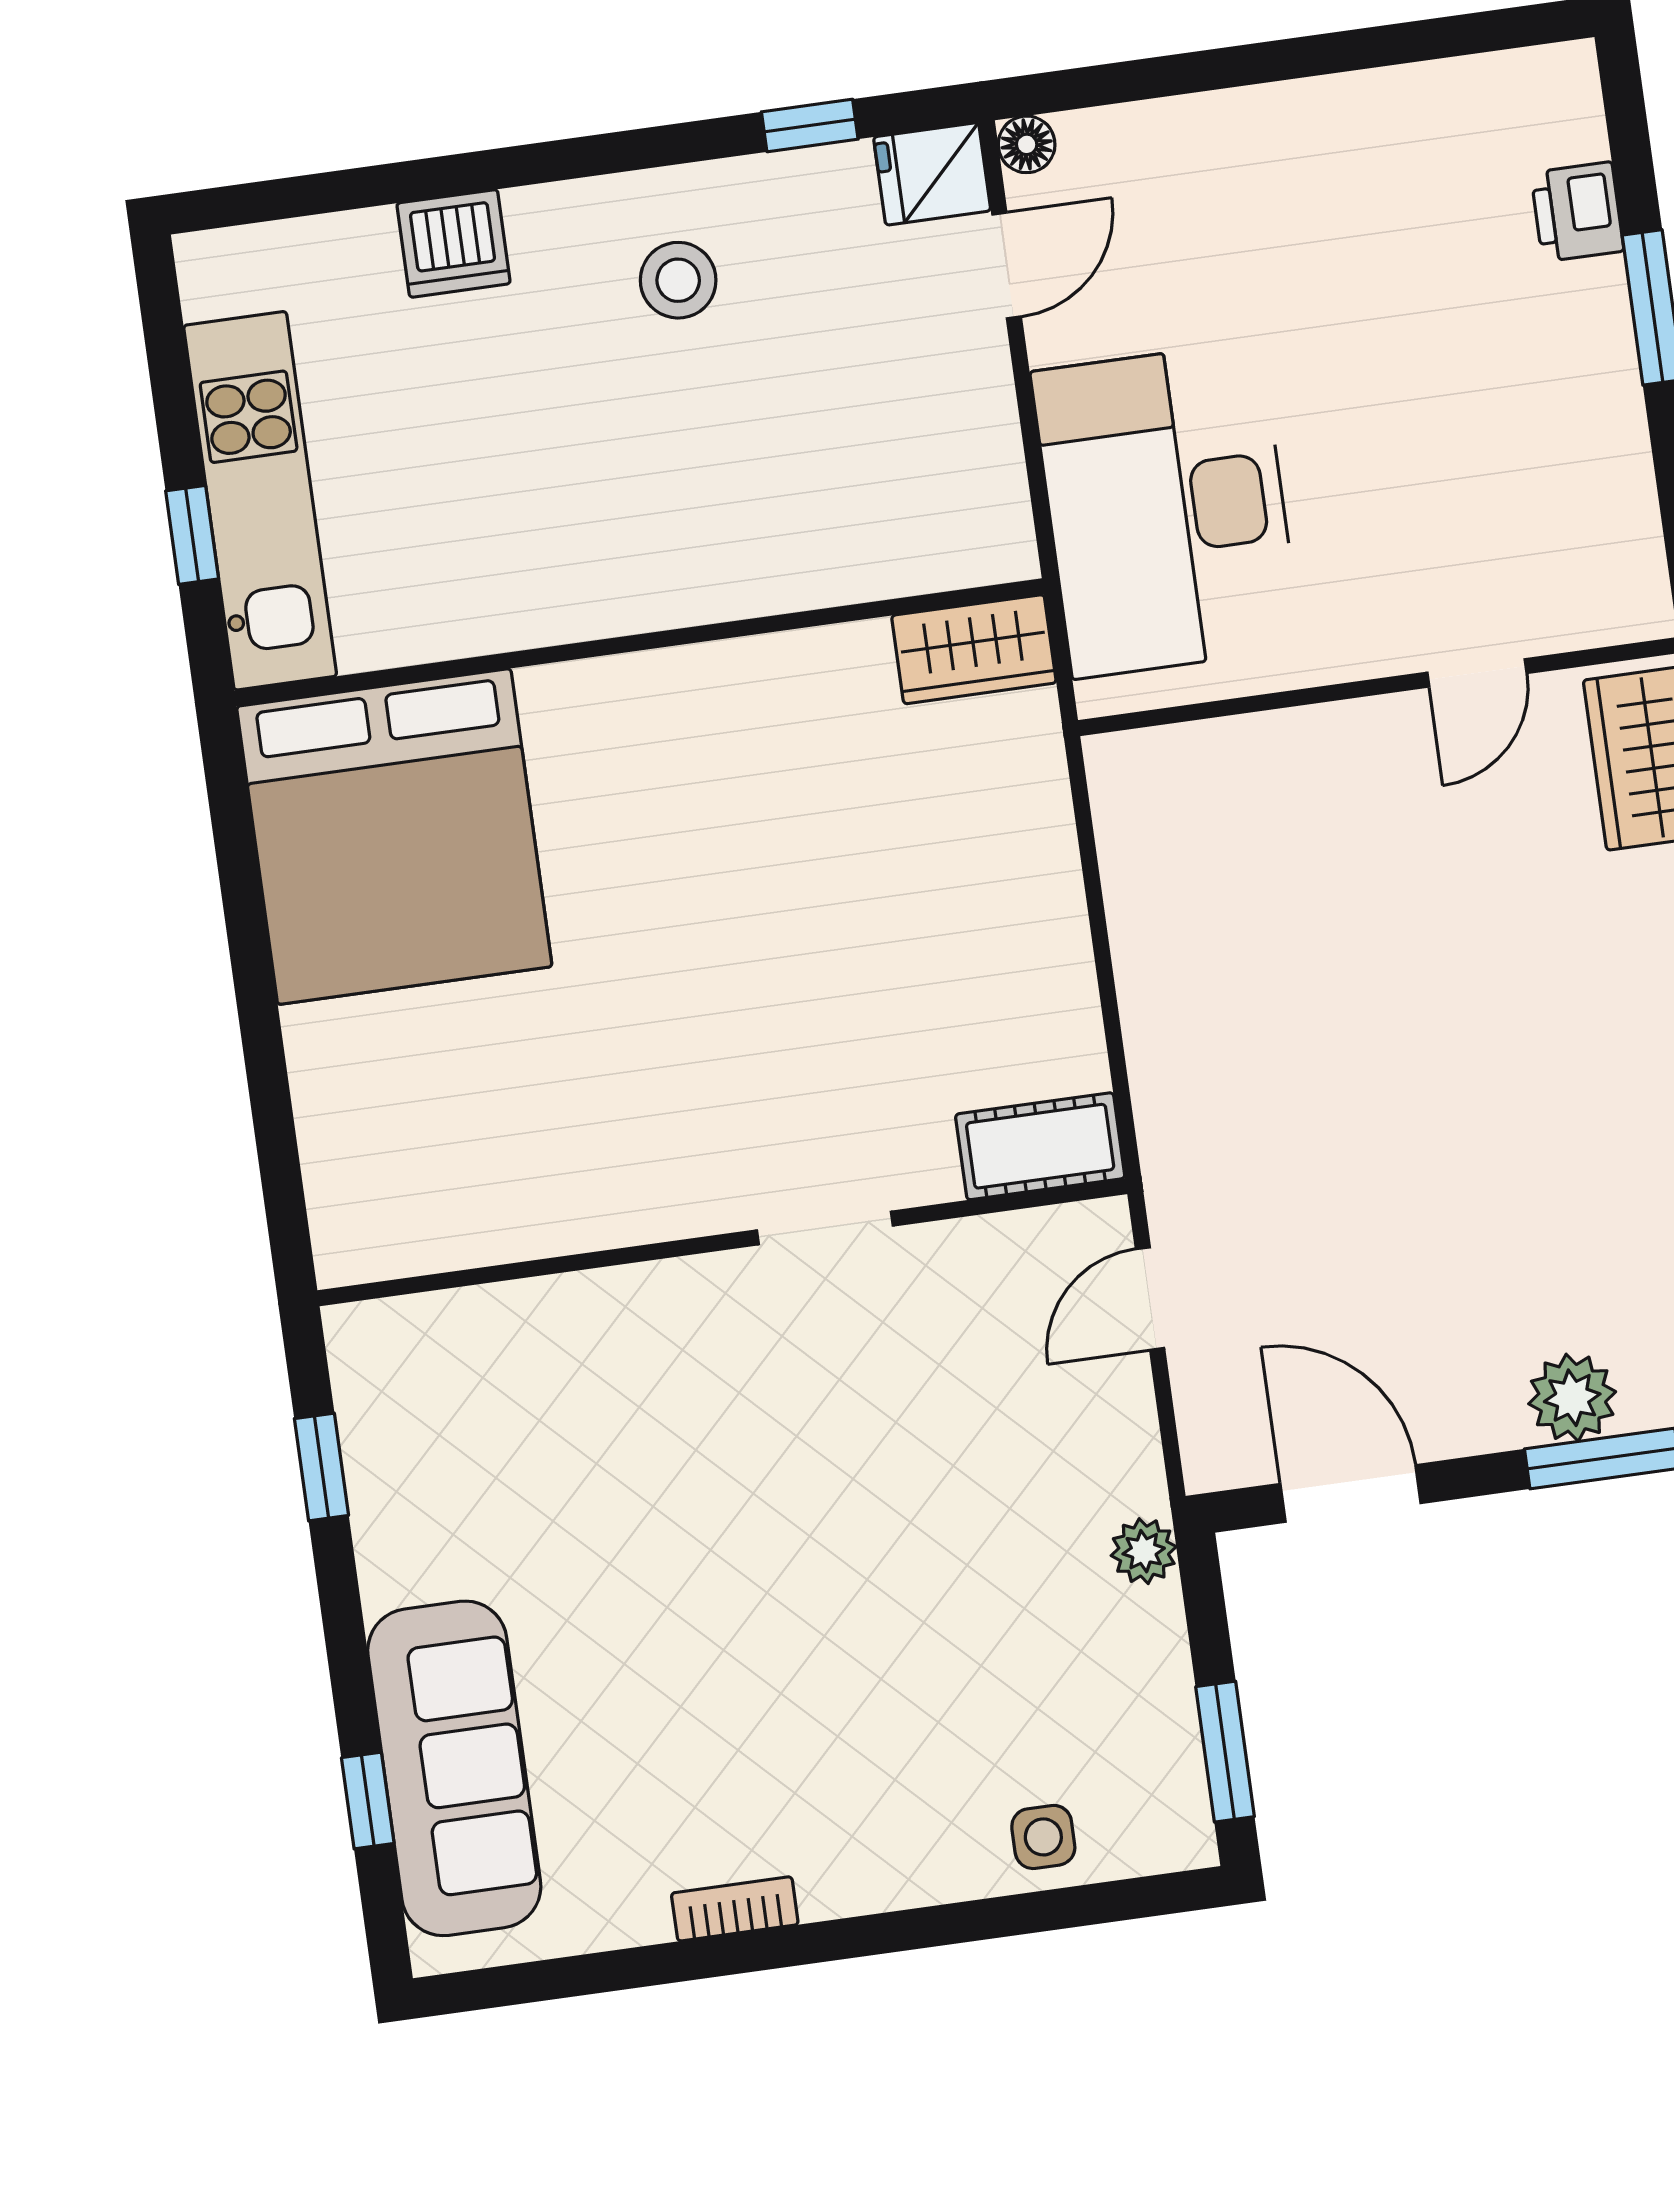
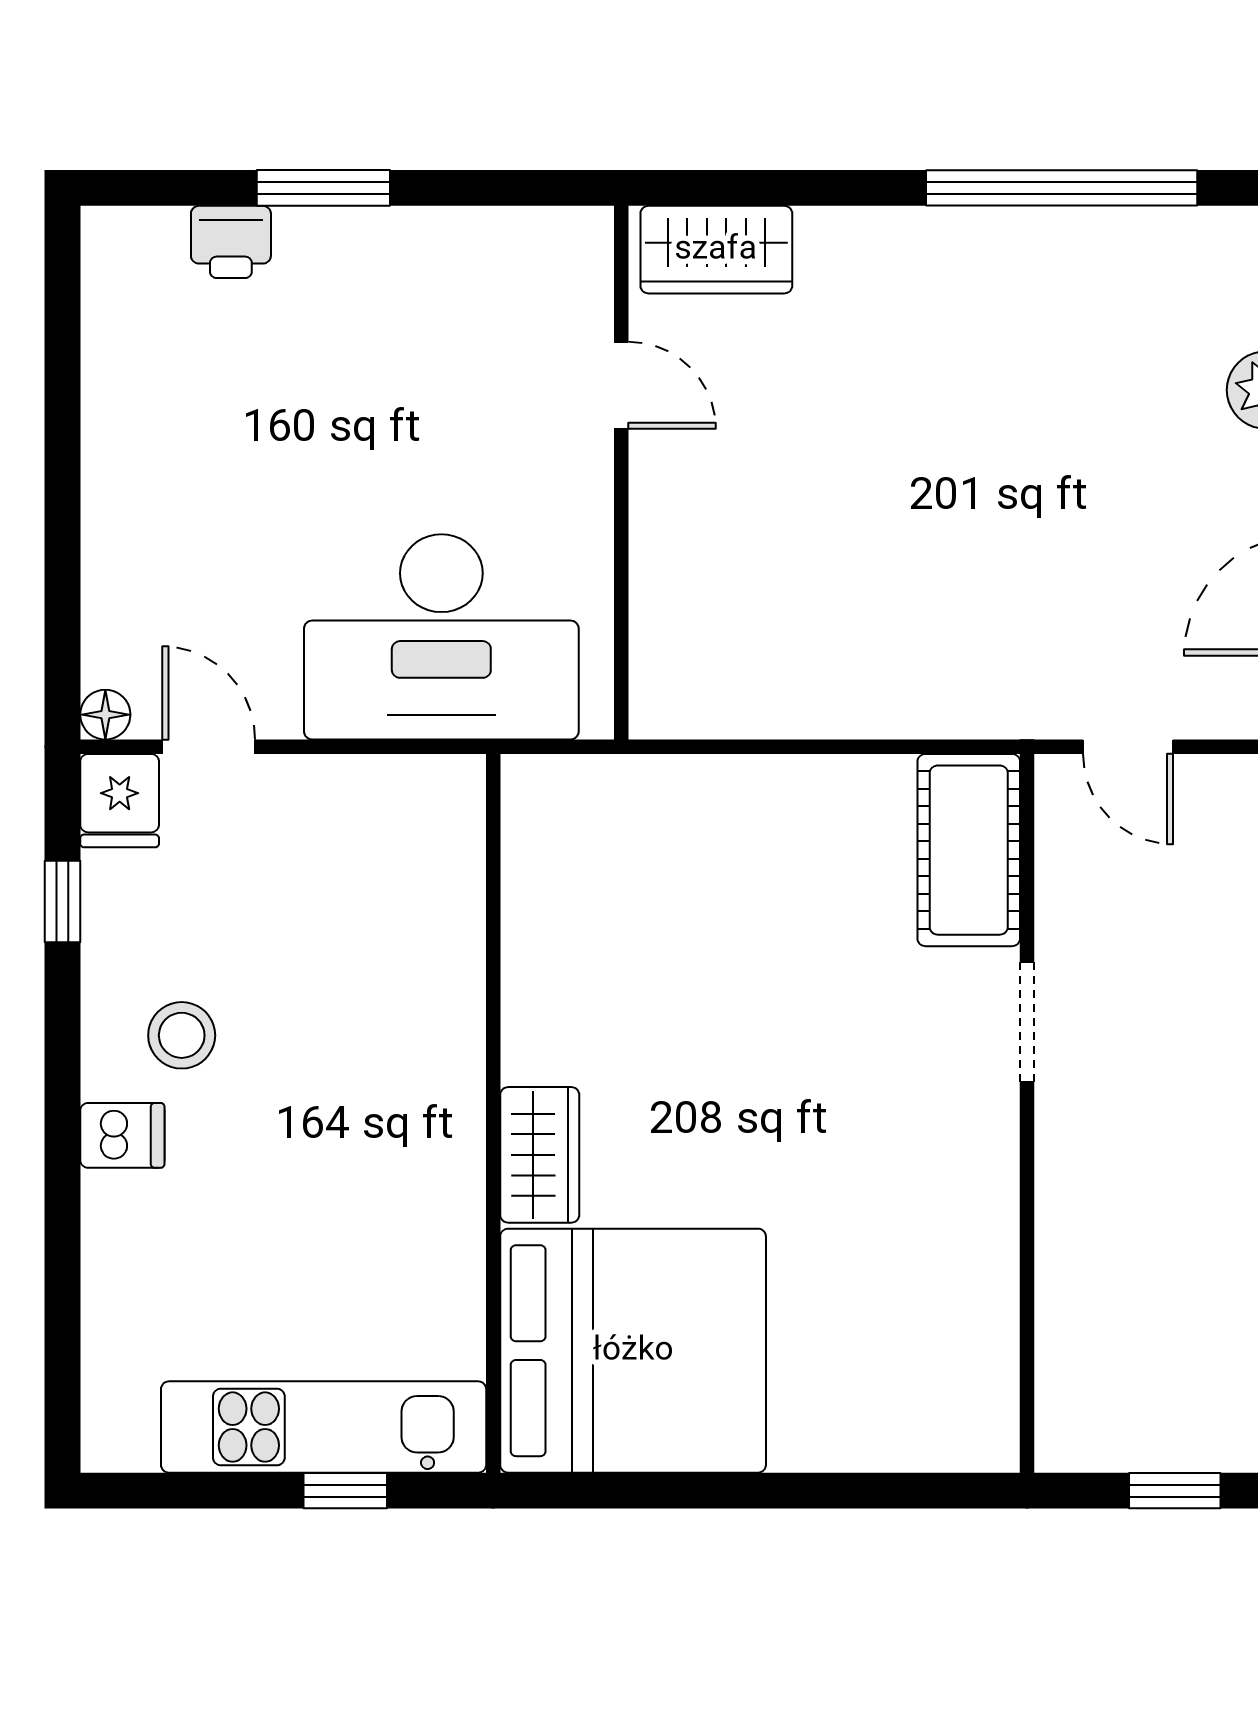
dishwasher: (453, 243) -> (122, 1135), moved, width x0.73
wardrobe: (974, 649) -> (540, 1155), moved
cot: (1040, 1146) -> (969, 850), width x1.37, depth x1.34

